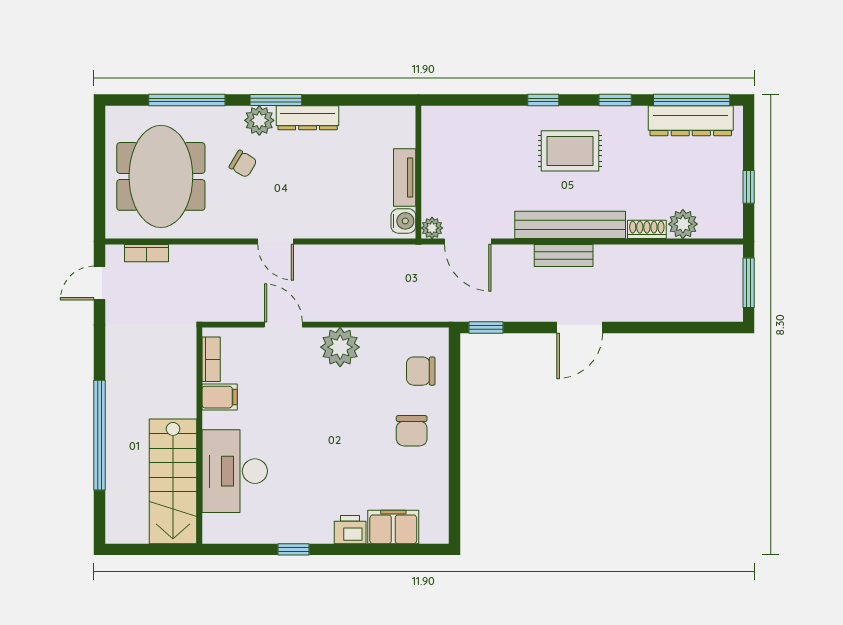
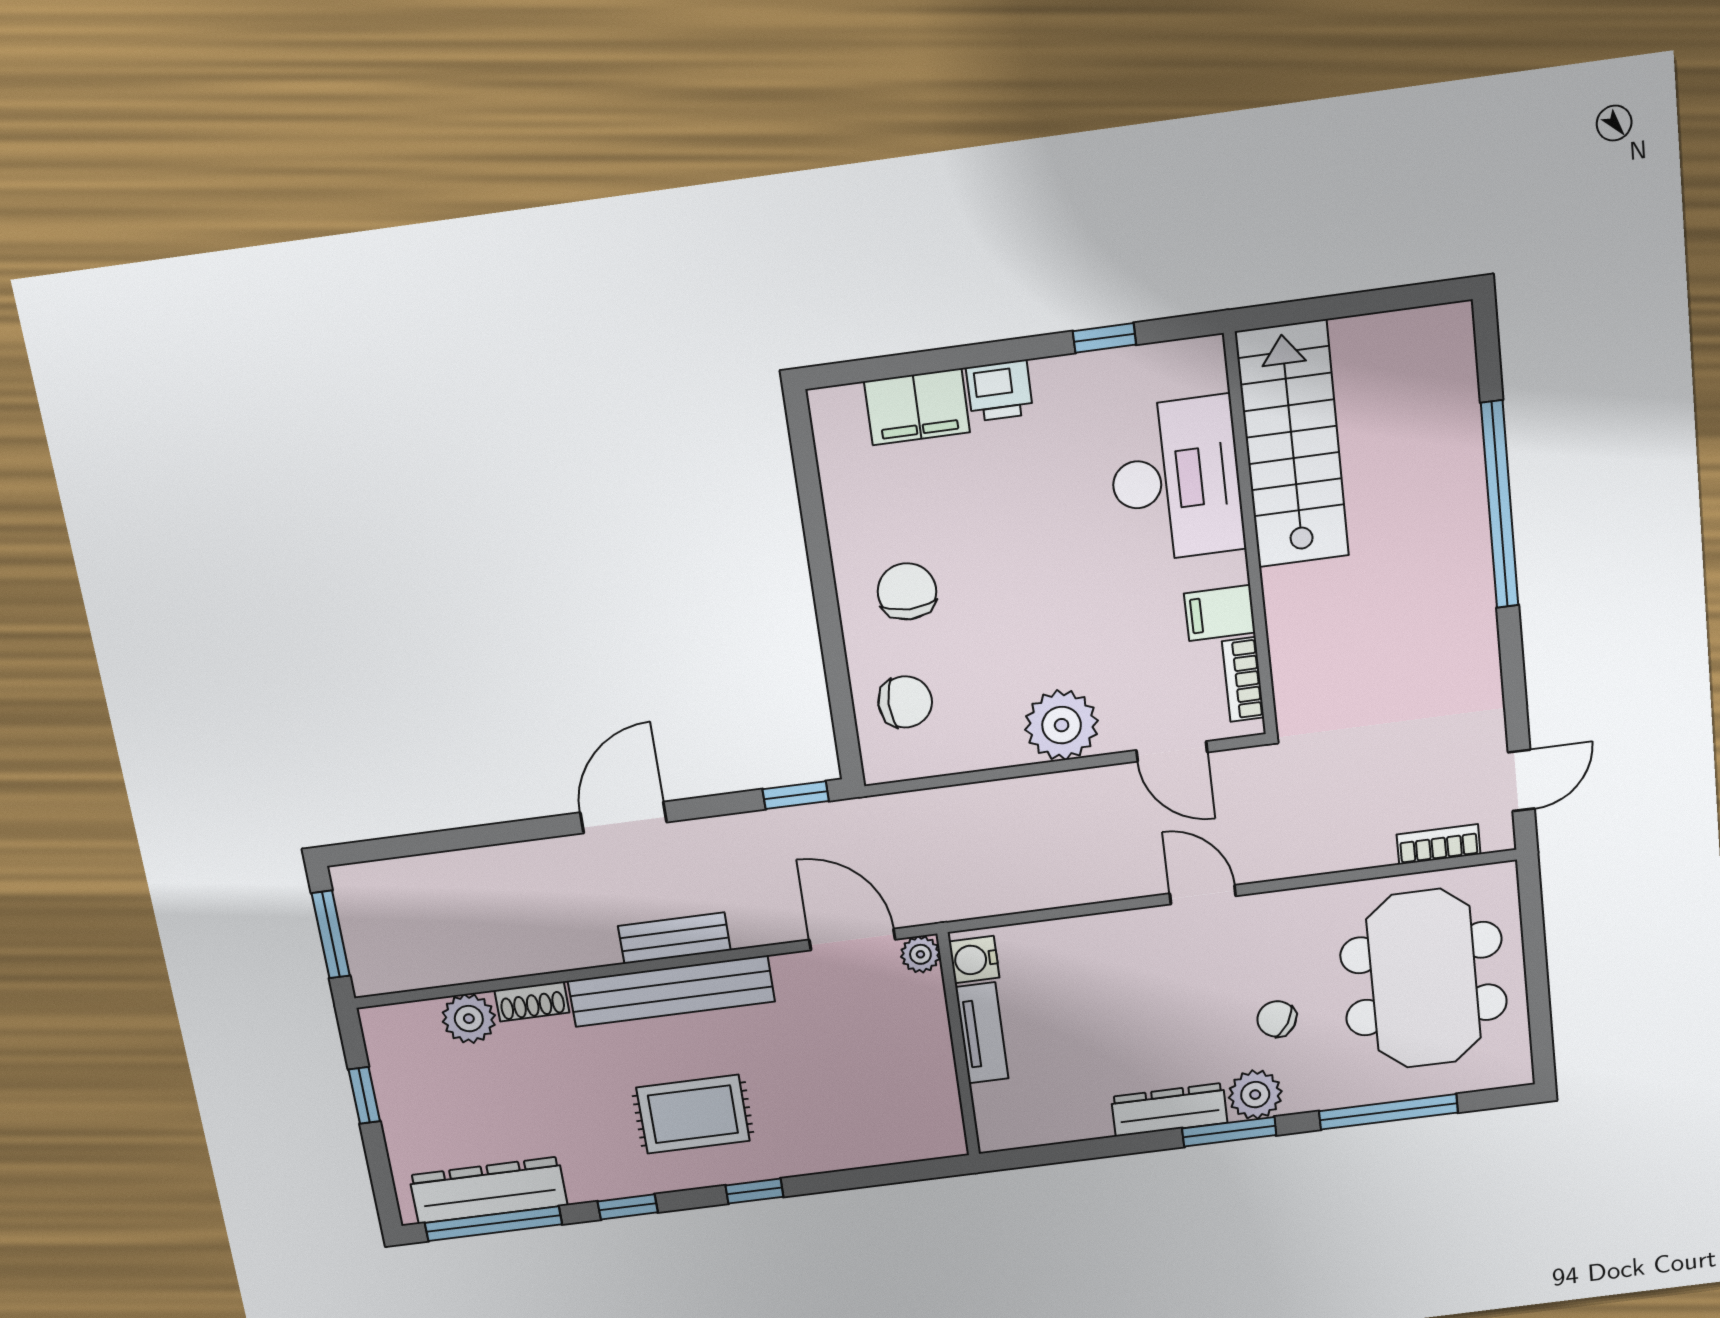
bookcase: (211, 359) -> (1243, 679), moved
filing cabinet: (220, 397) -> (1220, 613), moved
wall: (199, 436) -> (1251, 537), moved
desk: (235, 471) -> (1176, 480), moved
stairs: (173, 481) -> (1292, 445), moved

